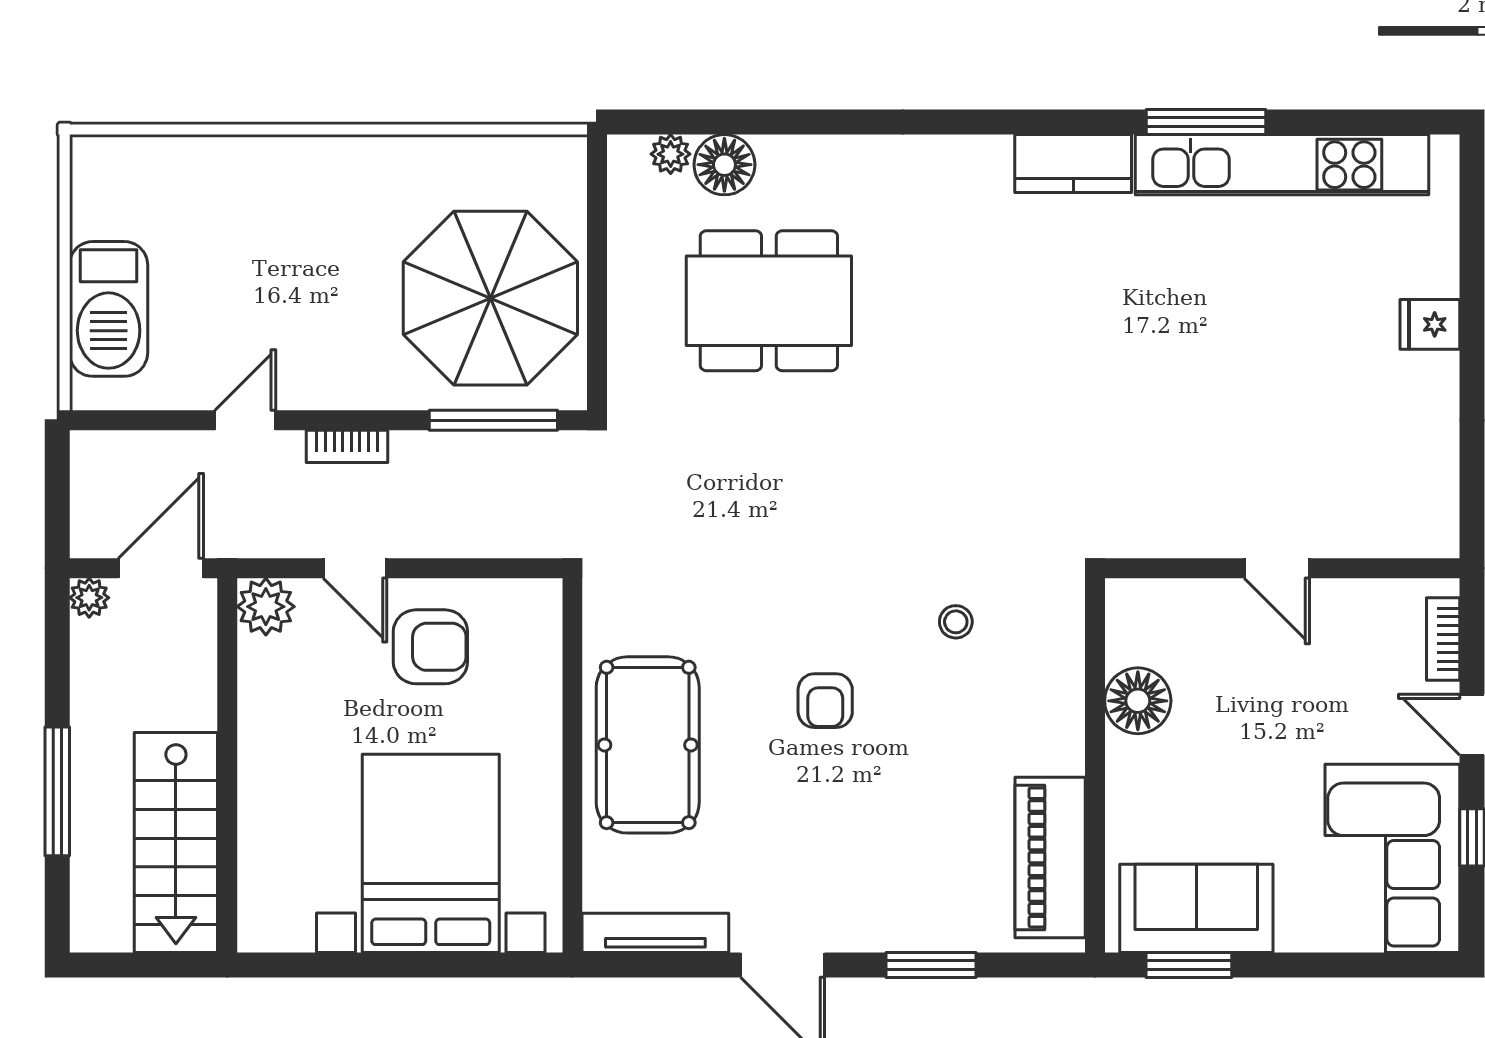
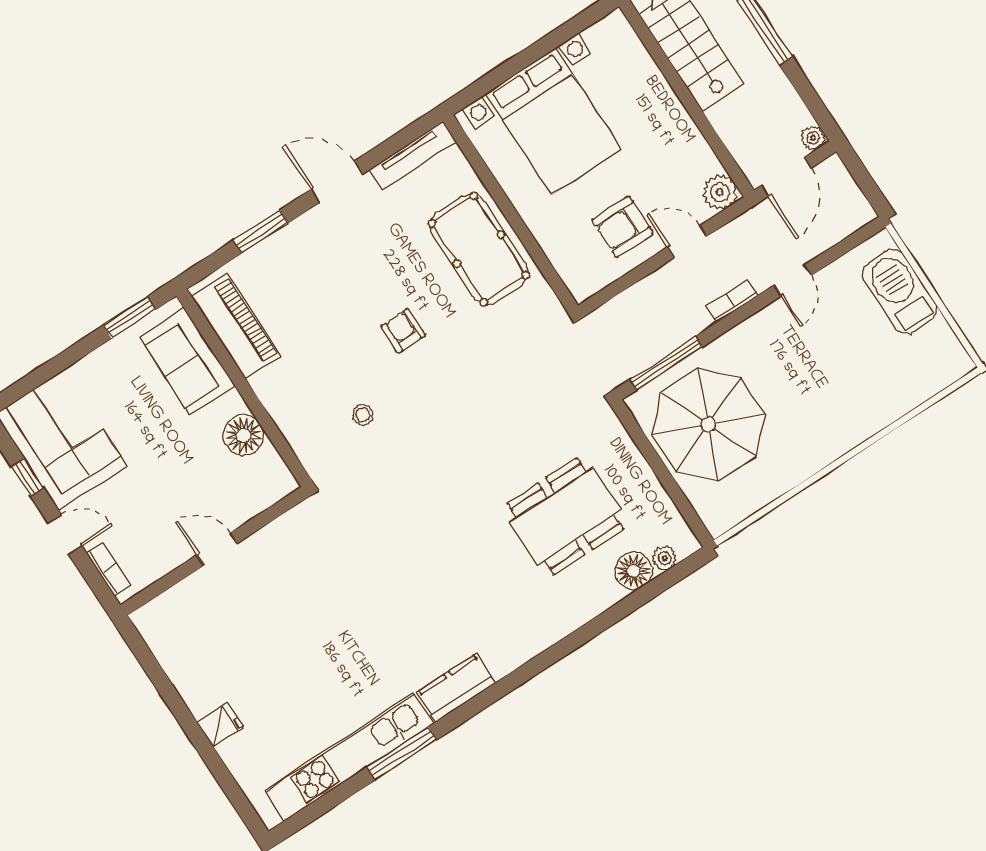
sofa: (1196, 908) -> (187, 362), moved, turned 90

